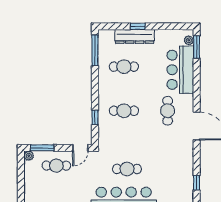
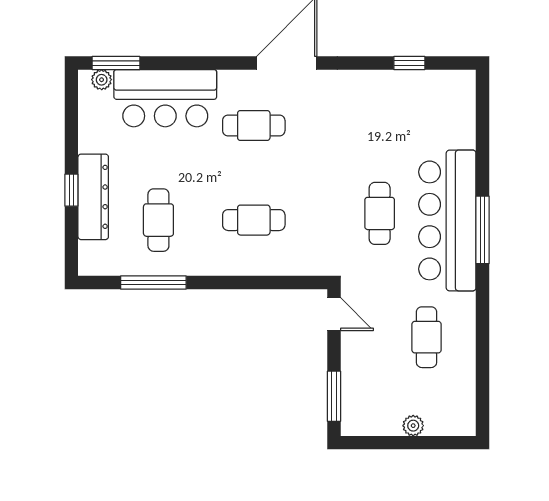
window: (95, 50) -> (153, 283), moved
cafe table: (124, 111) -> (254, 220), turned 90
window: (95, 117) -> (268, 283), removed
plant: (29, 156) -> (413, 426), moved
cafe table: (56, 166) -> (427, 337), moved

